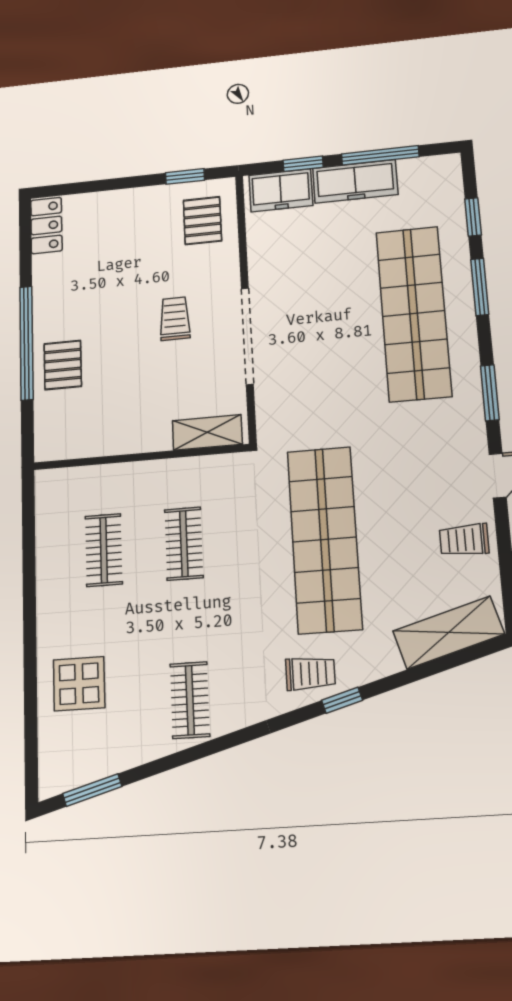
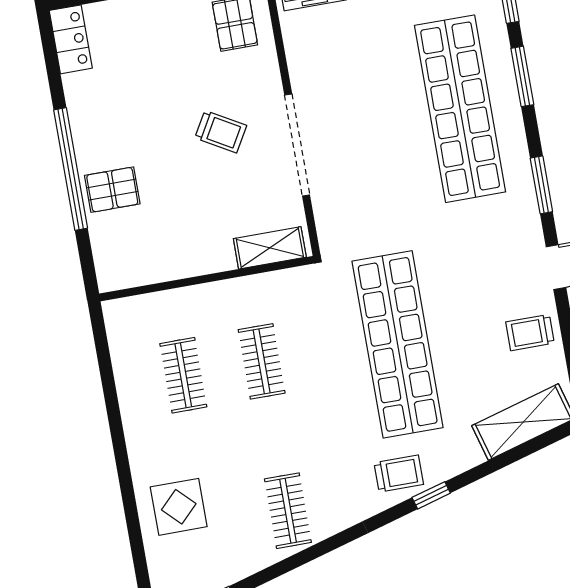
trolley: (175, 319) -> (221, 132), turned 120
pallet: (63, 365) -> (112, 190), turned 90

